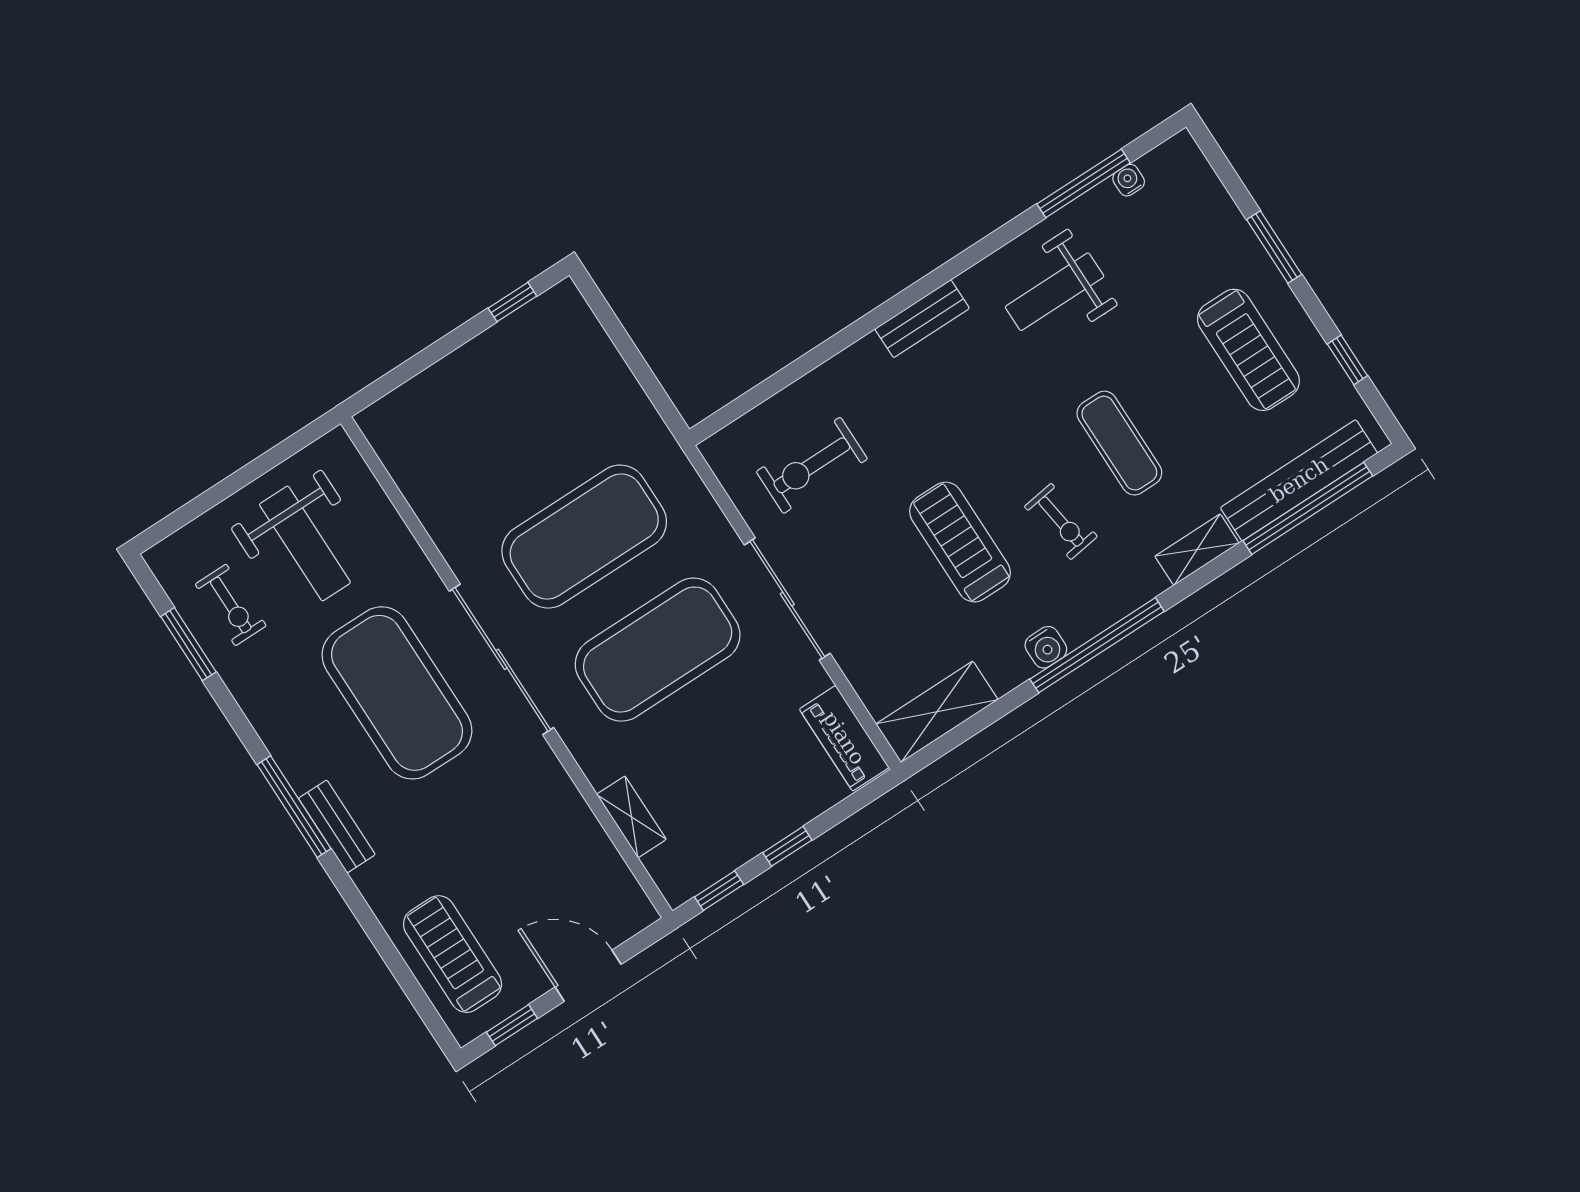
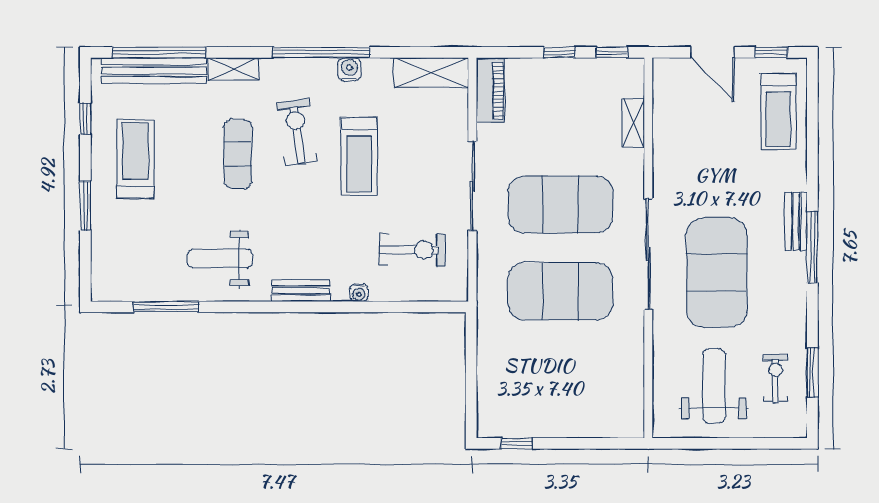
water cooler: (1129, 180) -> (359, 293), moved
weight bench: (1055, 292) -> (220, 259), turned 180
exercise bike: (1061, 521) -> (297, 132), width x1.38, depth x1.39

